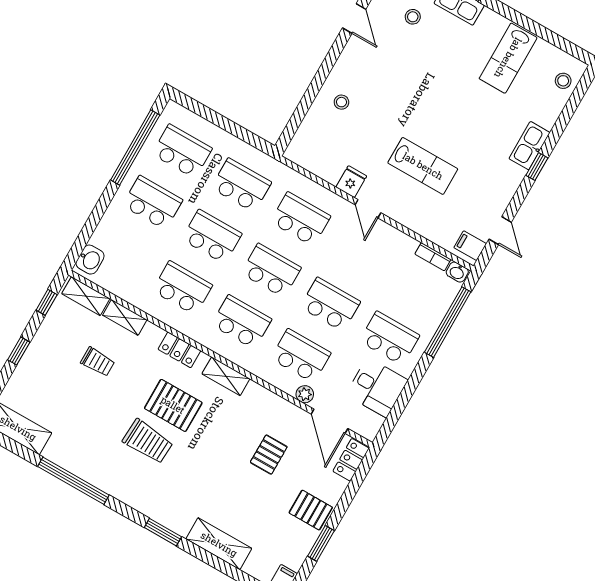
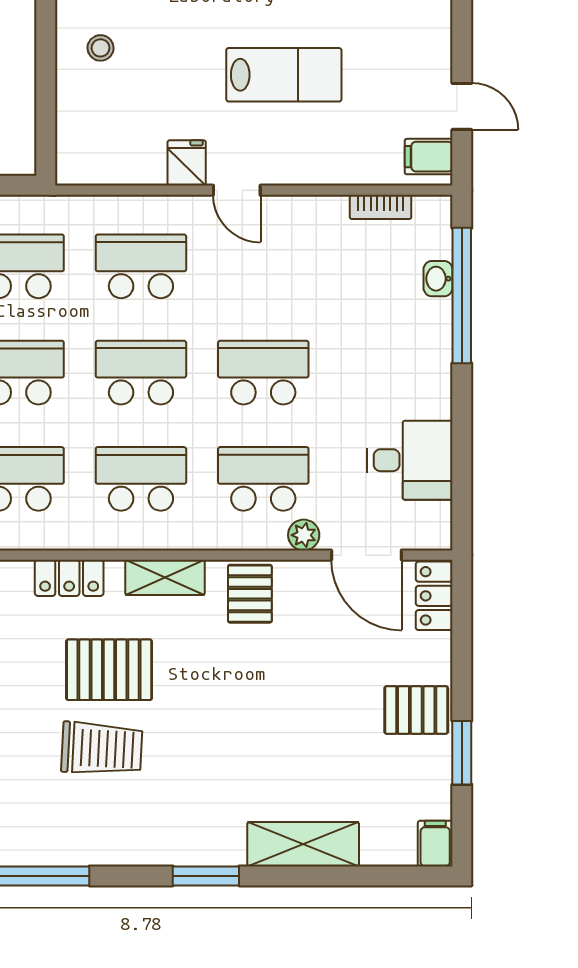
washbasin: (457, 272) -> (438, 279), moved, turned 90
school desk: (389, 338) -> (386, 373), removed
pallet: (269, 455) -> (250, 594), moved

